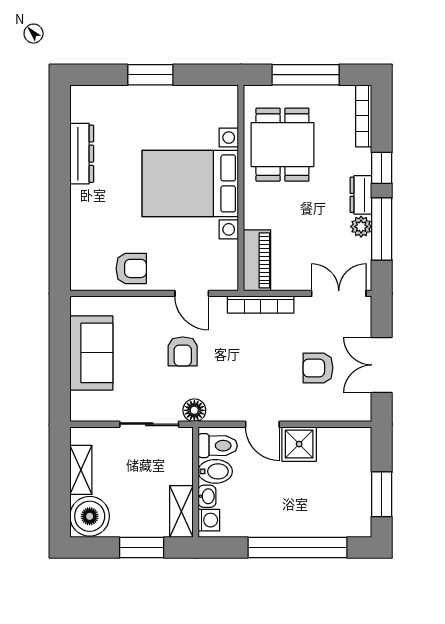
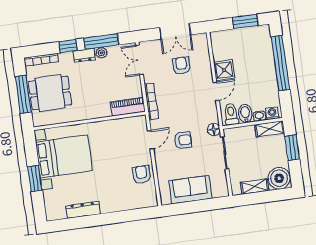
dining table: (282, 145) -> (50, 93), moved
bed with nightstands: (190, 183) -> (64, 157), moved, turned -90
armchair: (318, 368) -> (181, 66), turned 180

